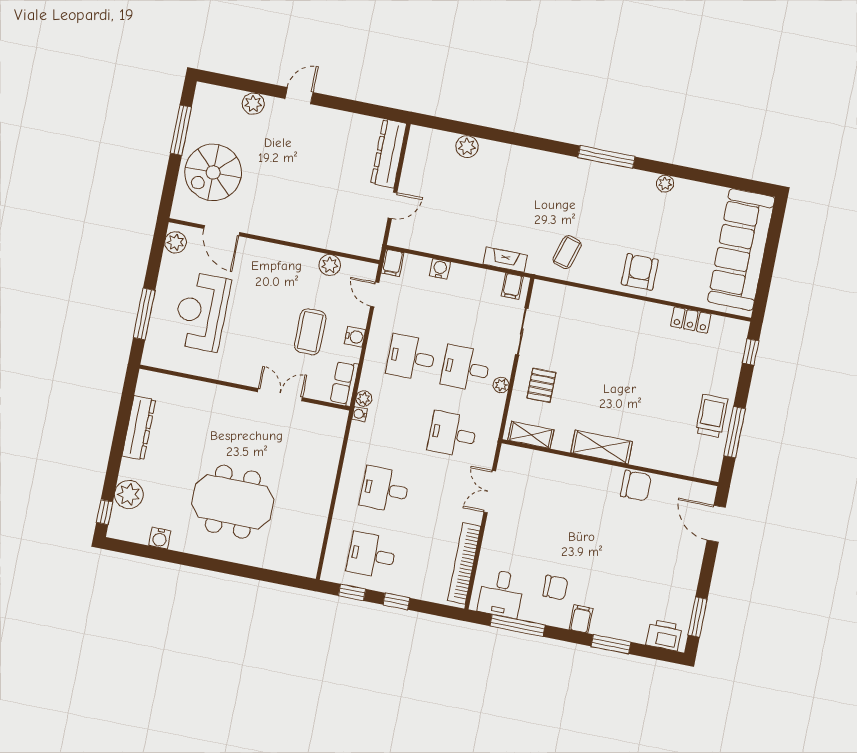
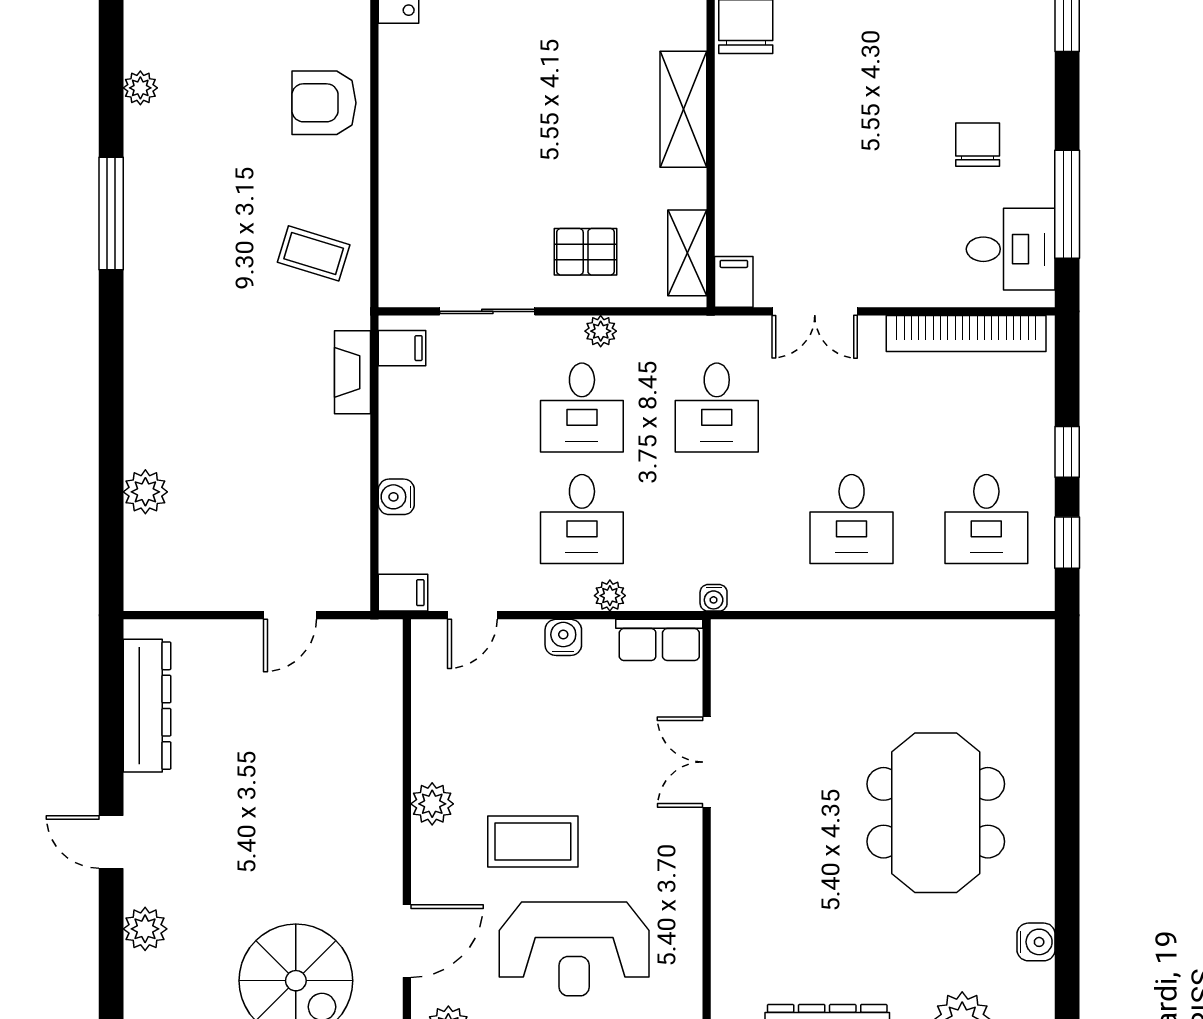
dresser: (389, 153) -> (147, 706), moved, turned -90
door: (392, 205) -> (290, 615), swing flipped
plant: (330, 265) -> (432, 804), moved
coffee table: (310, 332) -> (533, 841), moved
plant: (364, 399) -> (610, 596), moved
filing cabinet: (581, 619) -> (734, 282), moved, turned 90

